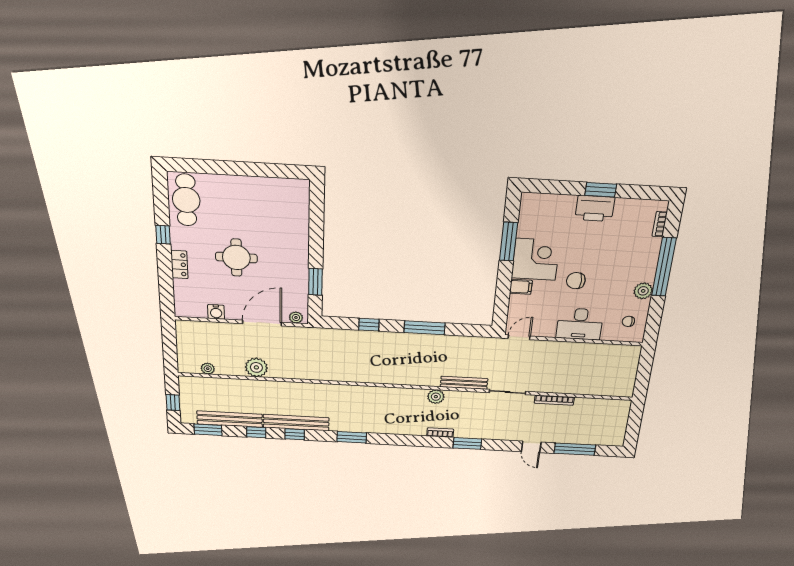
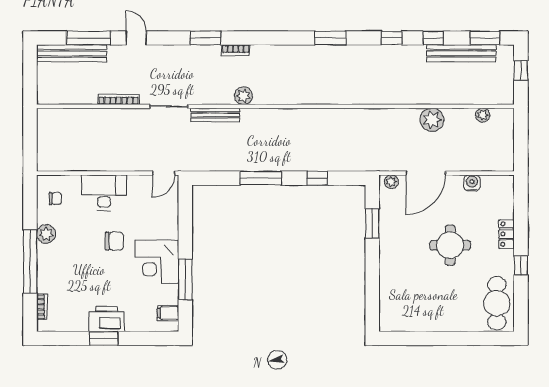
filing cabinet: (521, 287) -> (168, 313), moved
bench: (296, 423) -> (72, 53), moved

